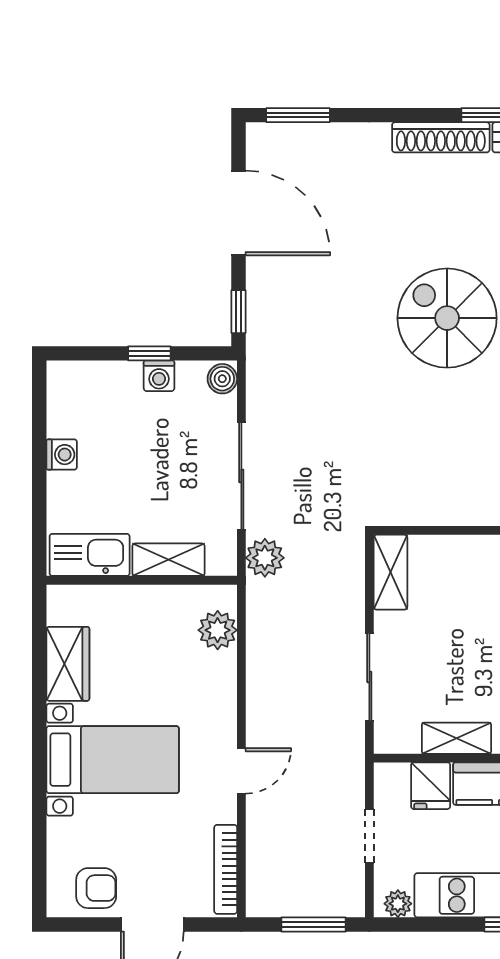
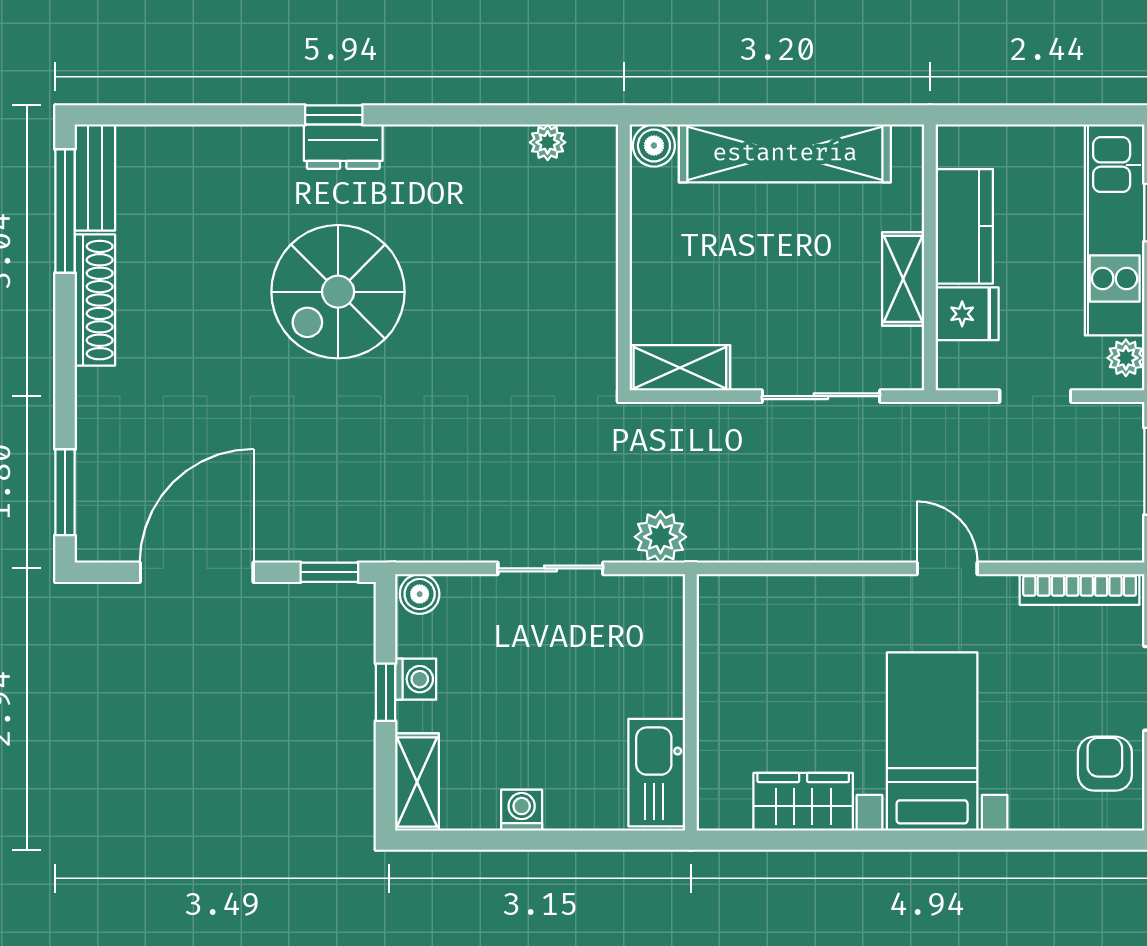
sliding door: (241, 476) -> (550, 568), width x0.73
shelving: (169, 560) -> (417, 782), moved
plant: (218, 630) -> (758, 600), removed

